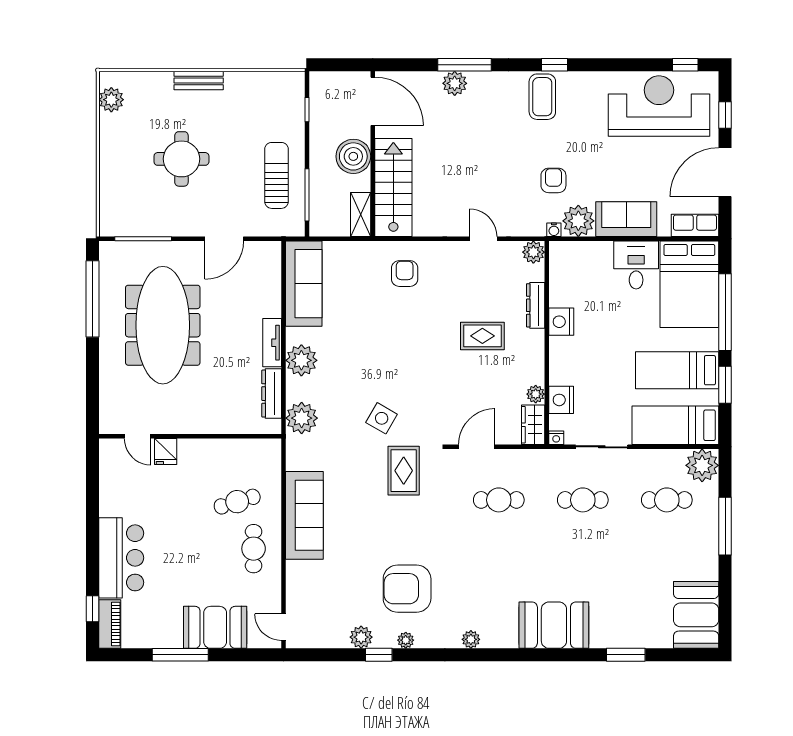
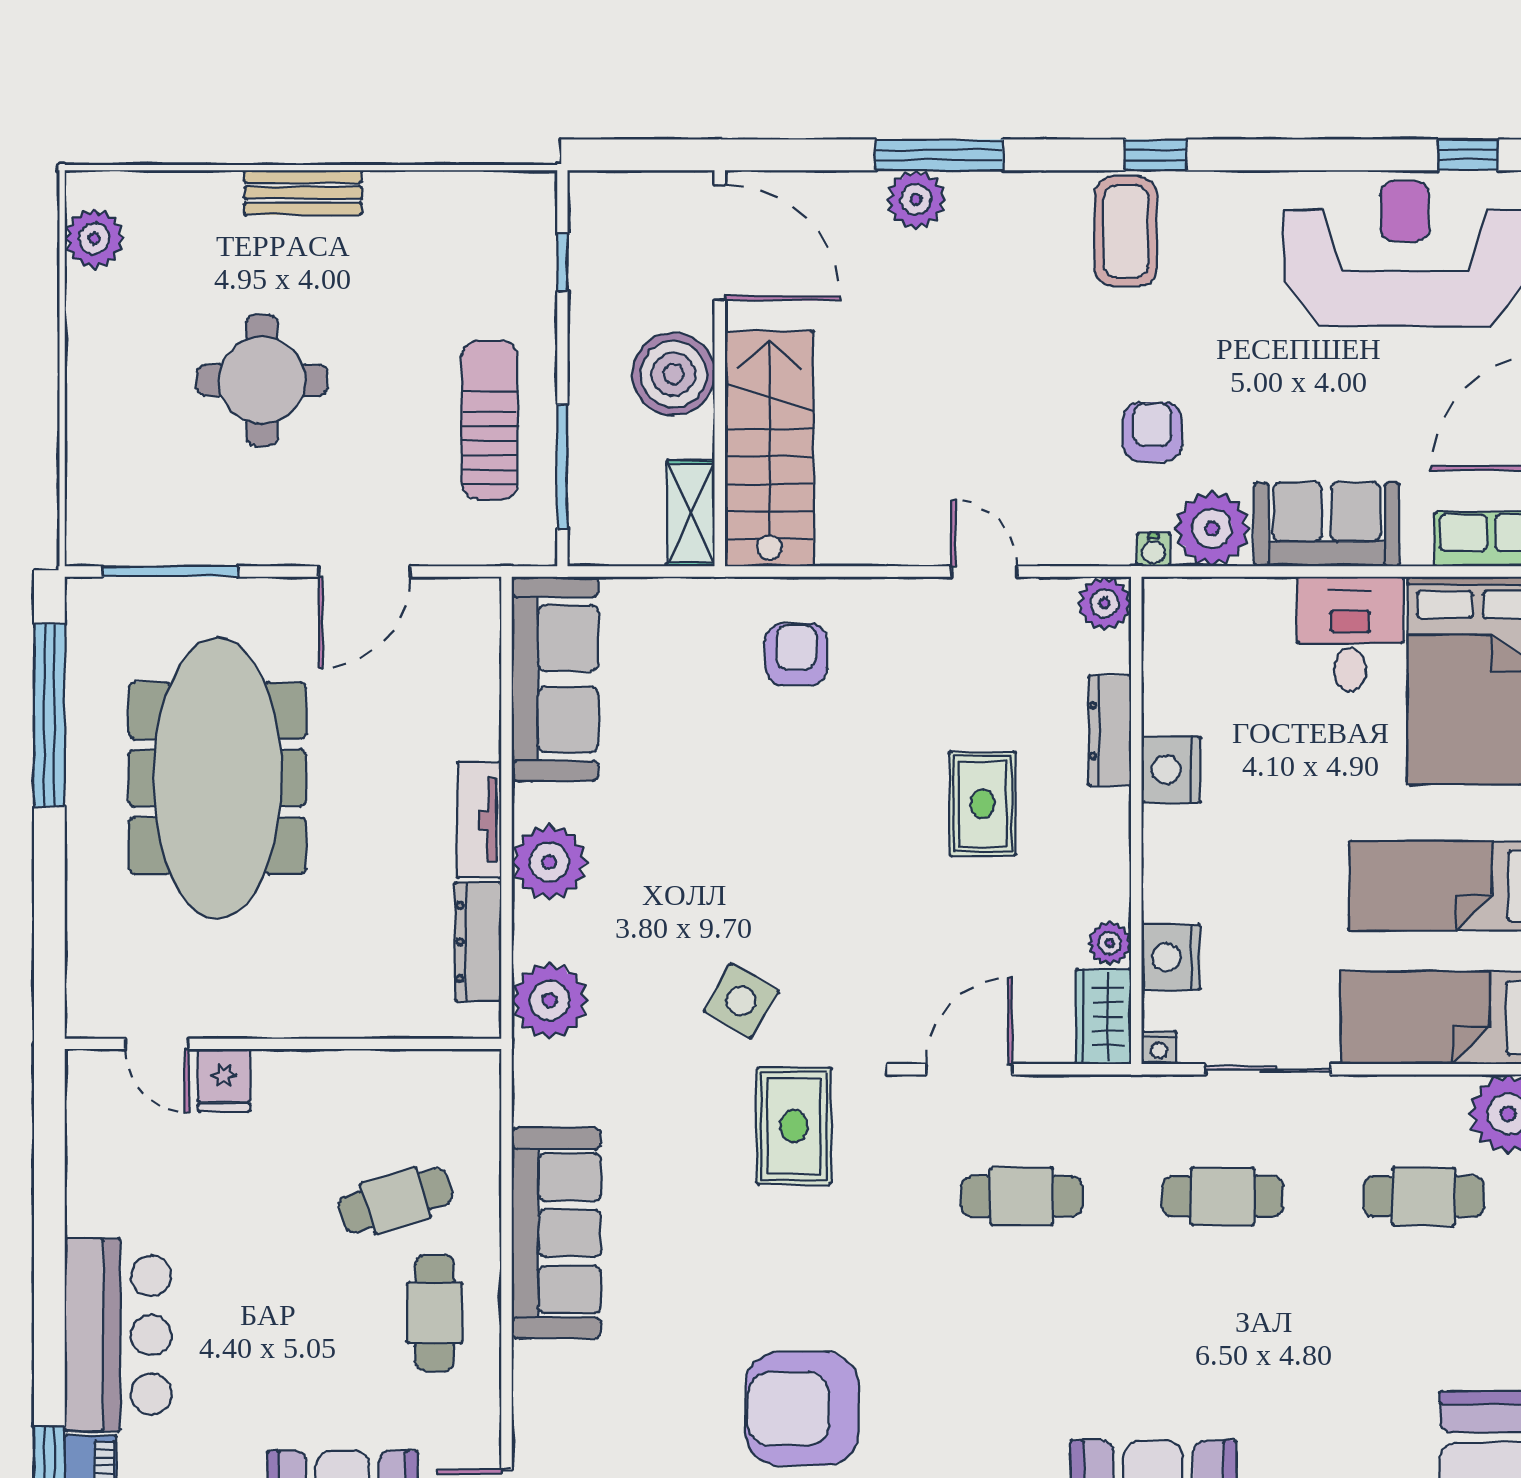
rug: (482, 336) -> (983, 804), turned 90

